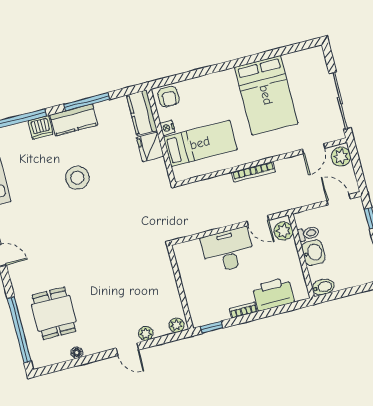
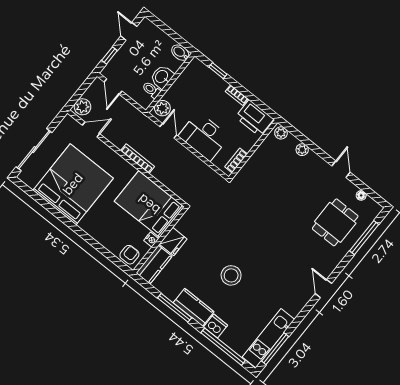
bed: (266, 95) -> (73, 184), width x1.36
sliding door: (340, 101) -> (34, 150), moved
bed: (200, 143) -> (149, 204), width x1.50
bookcase: (182, 263) -> (236, 160), added
printer: (273, 294) -> (254, 118), moved
window: (212, 327) -> (218, 71), moved
window: (19, 330) -> (364, 238), width x0.68
door: (127, 349) -> (341, 169), moved
floor lamp: (77, 353) -> (361, 195), moved

